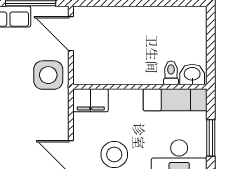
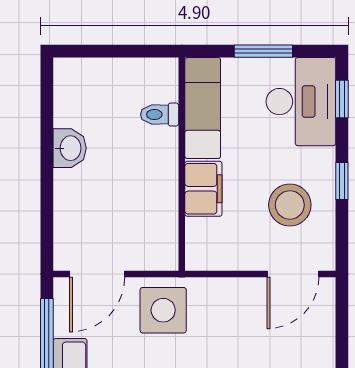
washbasin: (192, 74) -> (70, 148), moved, turned 180
filing cabinet: (91, 100) -> (203, 189), moved

